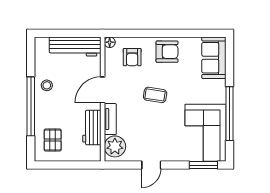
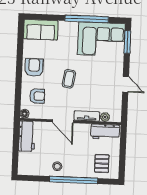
workbench: (75, 46) -> (27, 136), width x0.73
workbench: (92, 128) -> (105, 132), moved
pallet: (53, 140) -> (102, 163), turned 90
plant: (115, 146) -> (105, 117), width x0.53, depth x0.53

